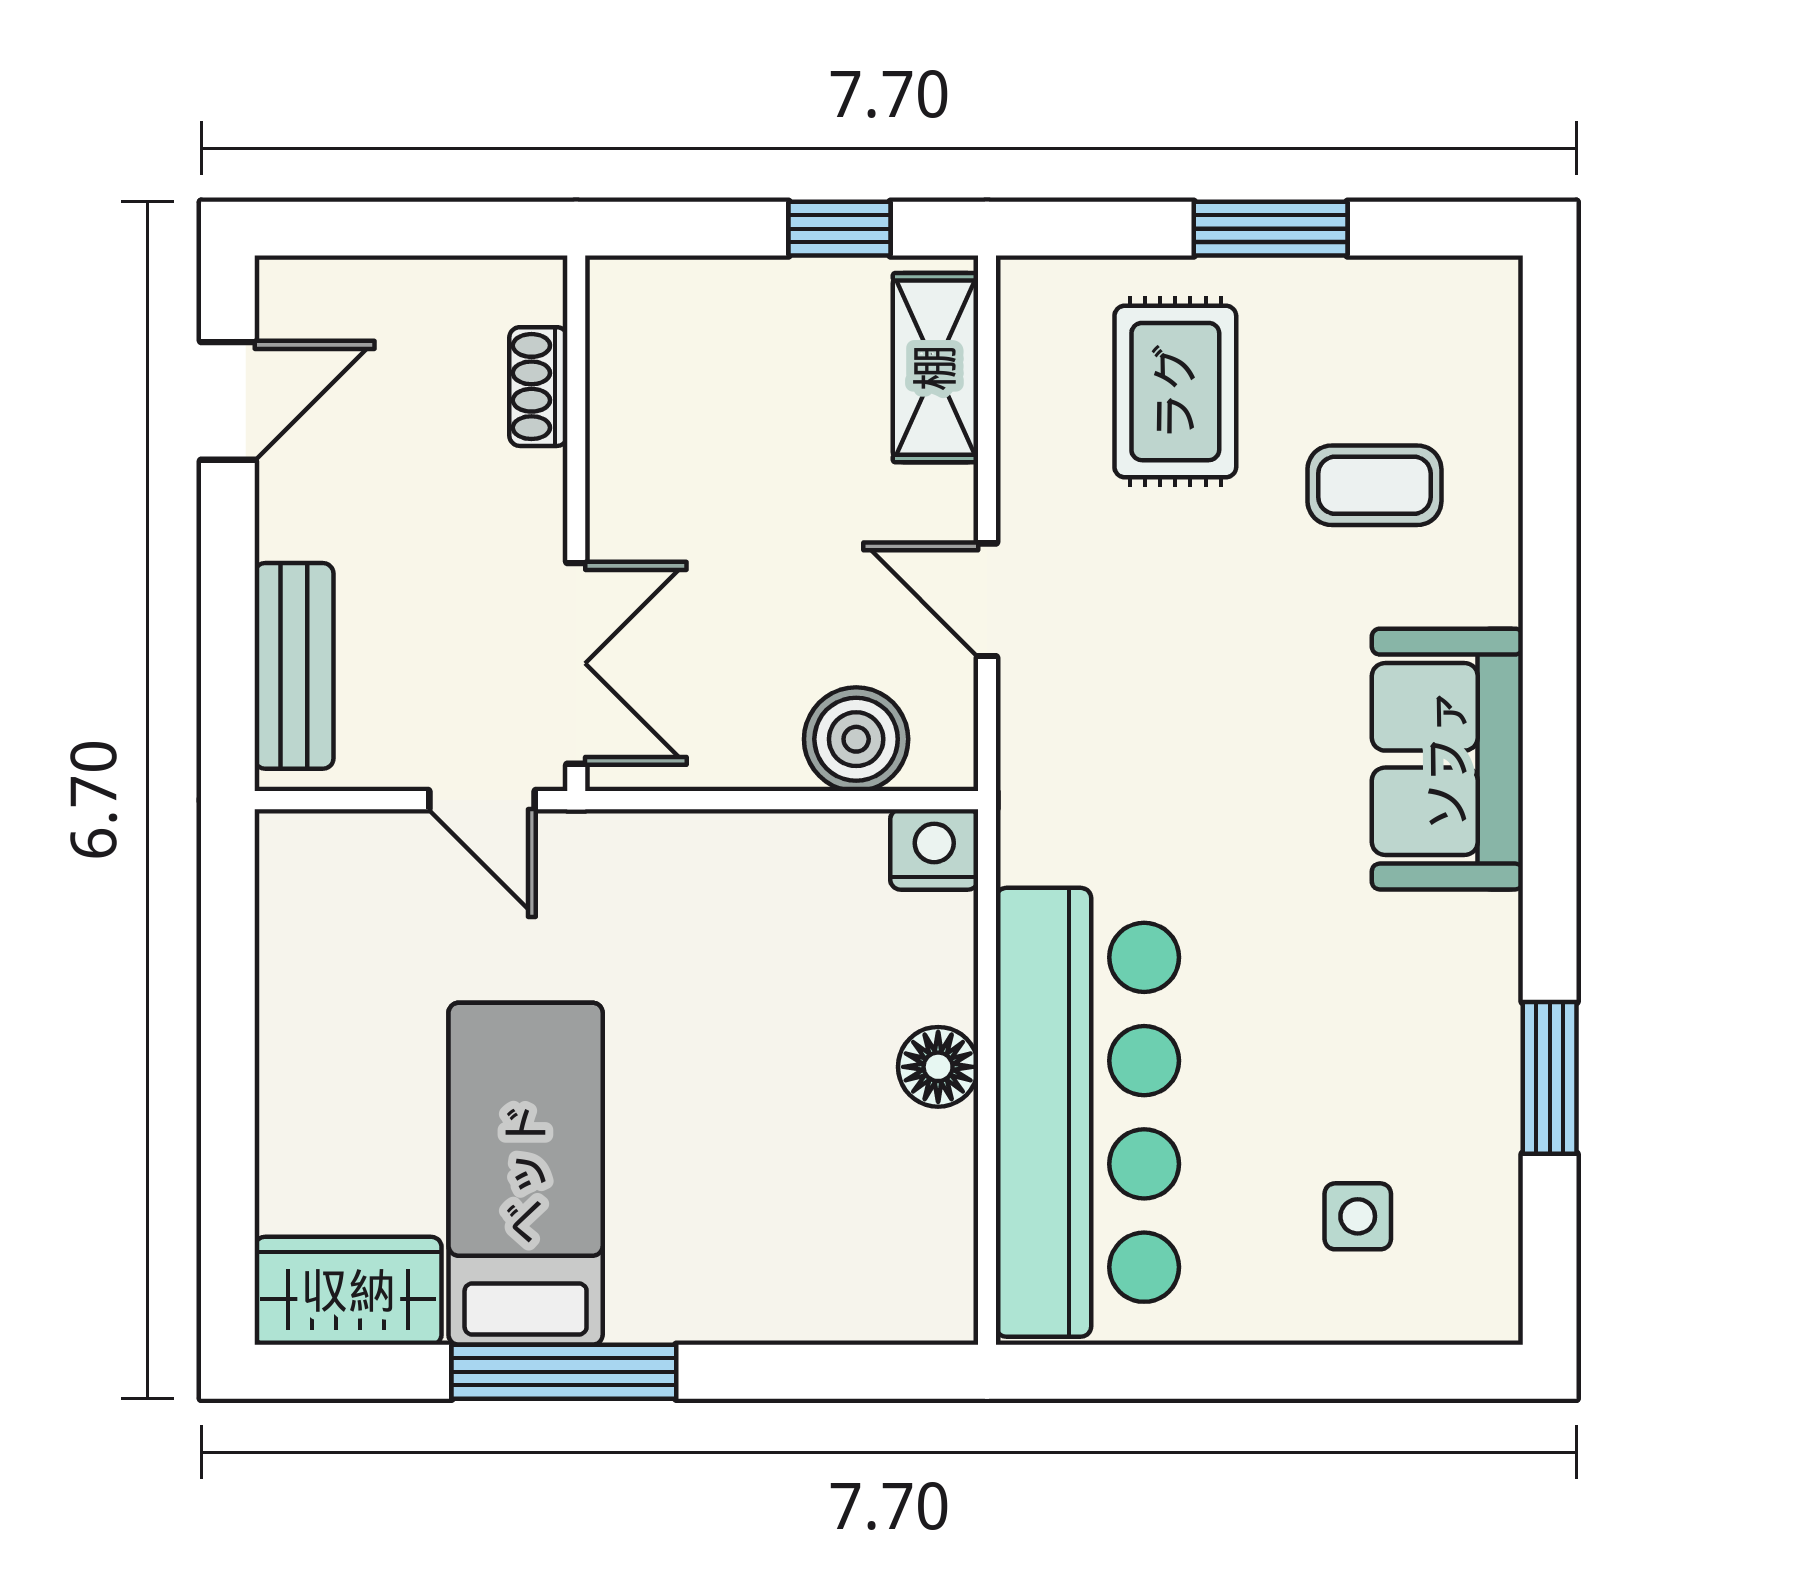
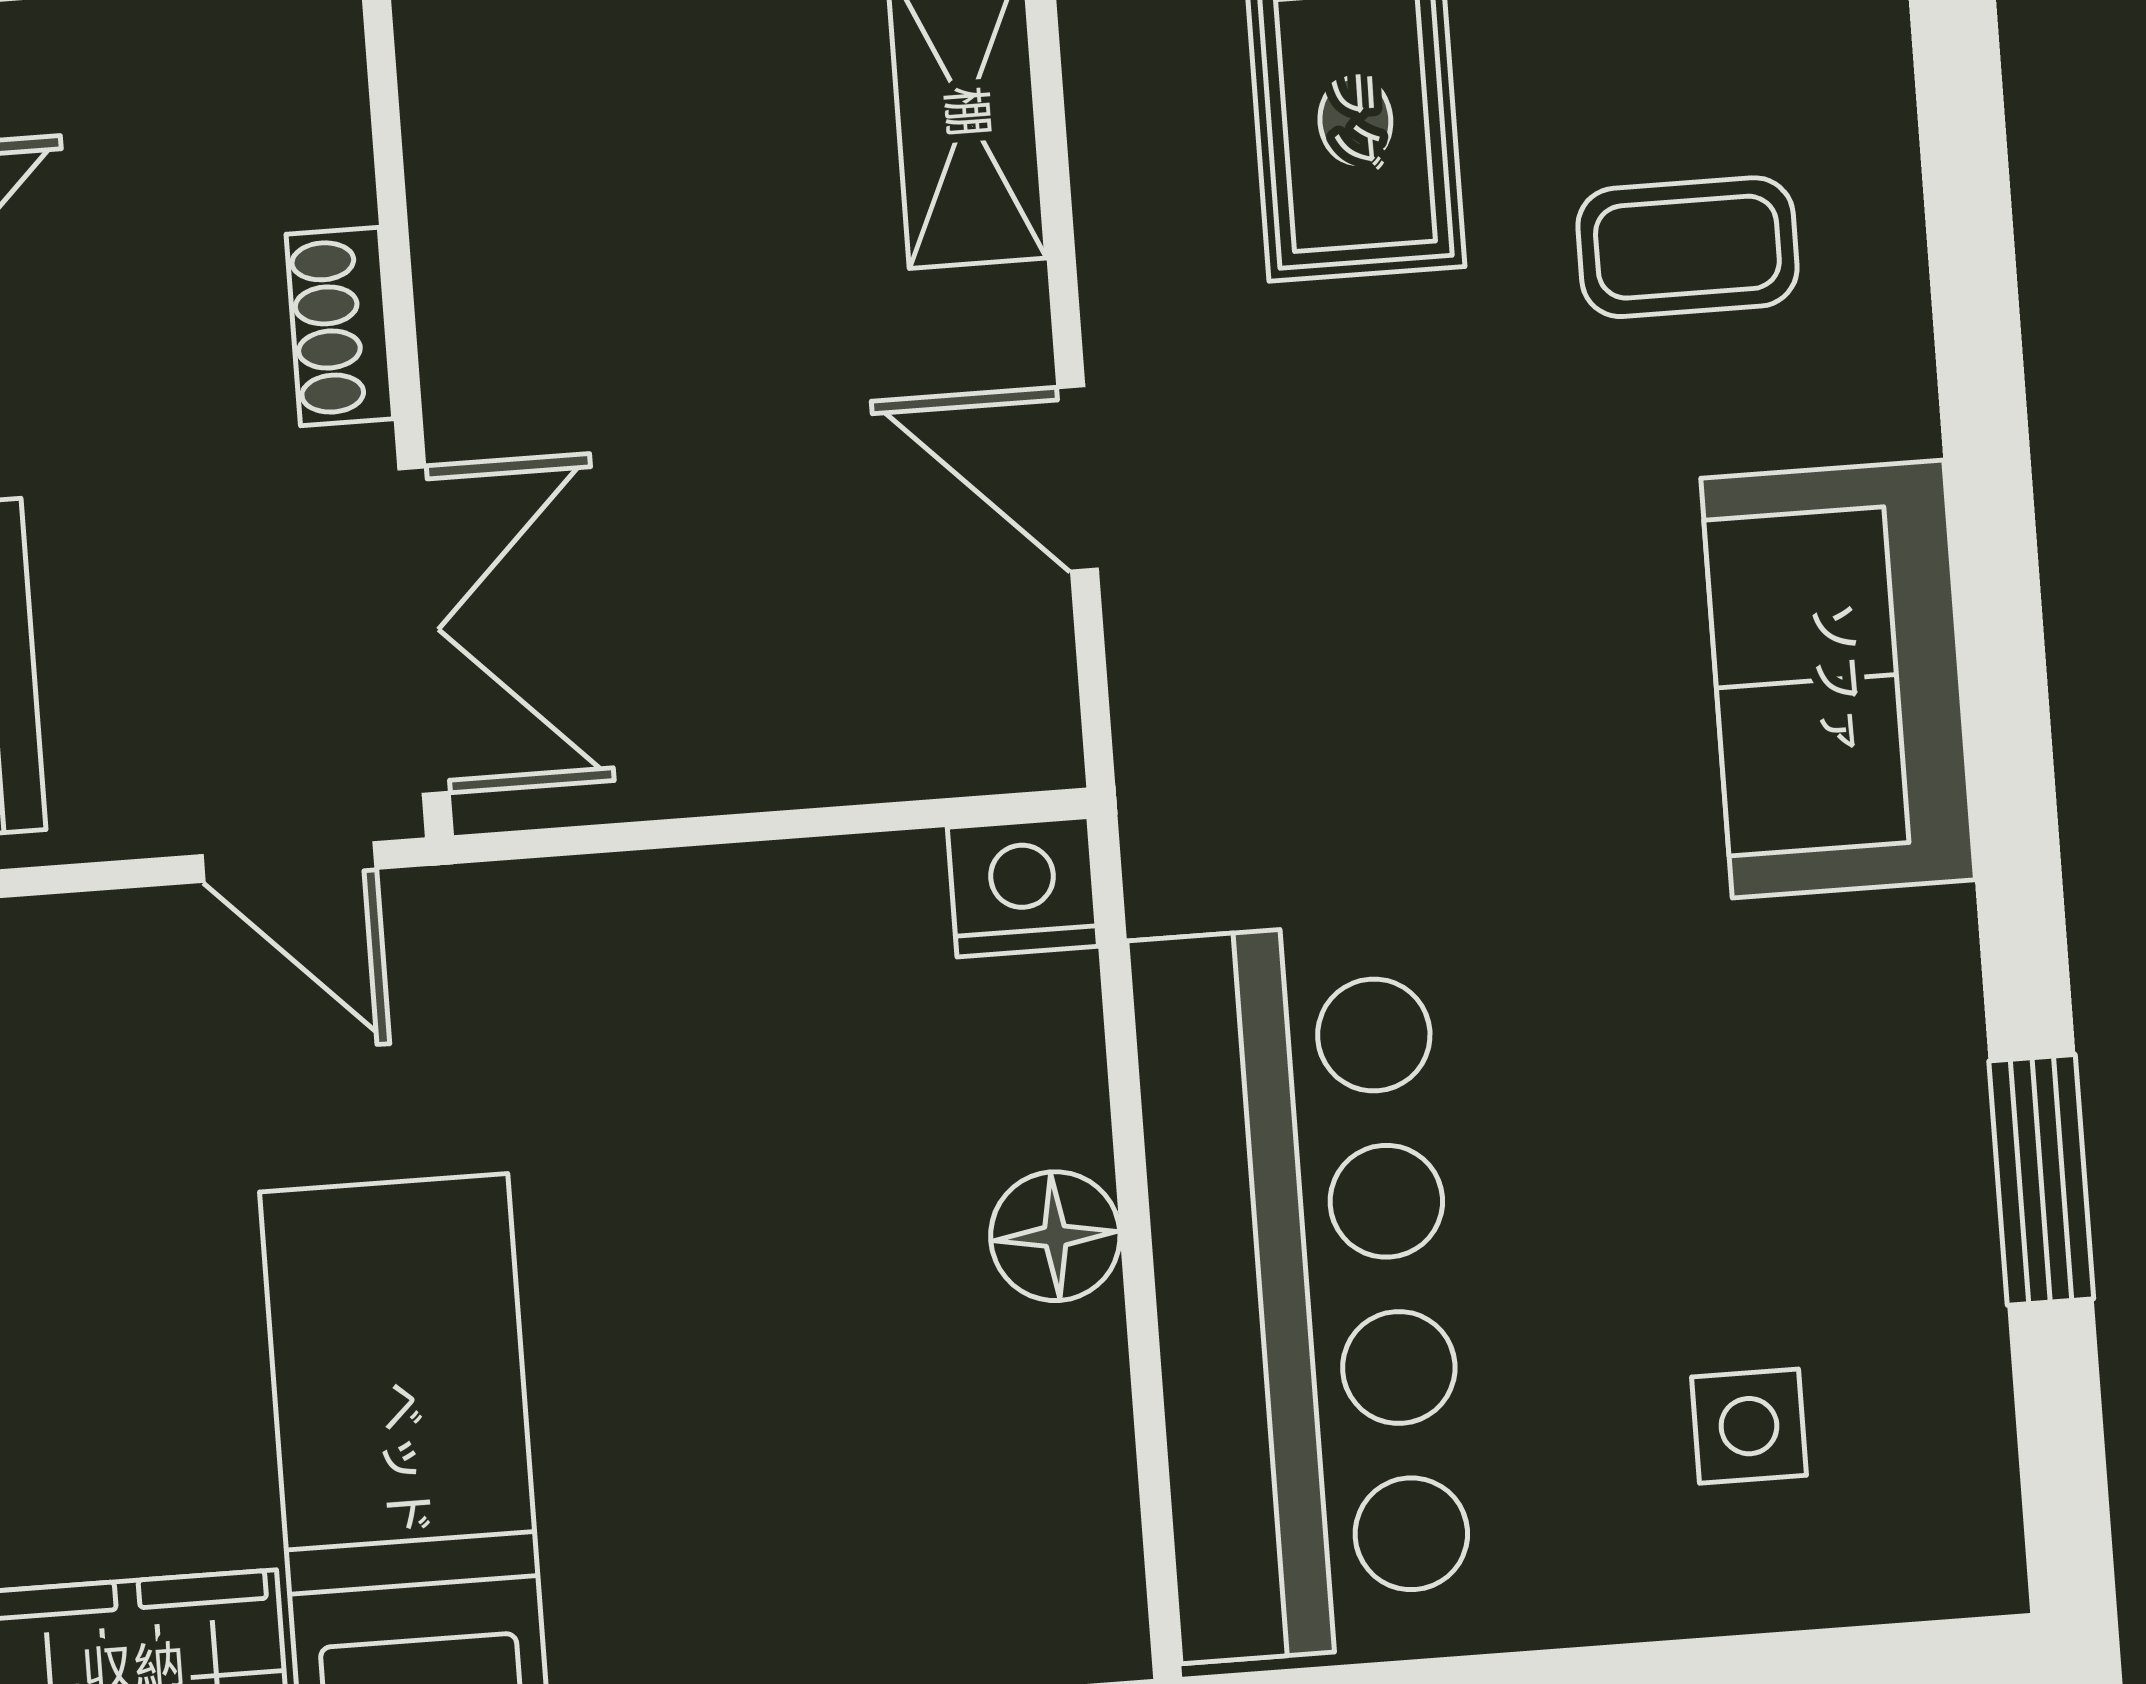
shoe rack: (538, 387) -> (340, 327), moved
boiler: (856, 739) -> (884, 719), removed

